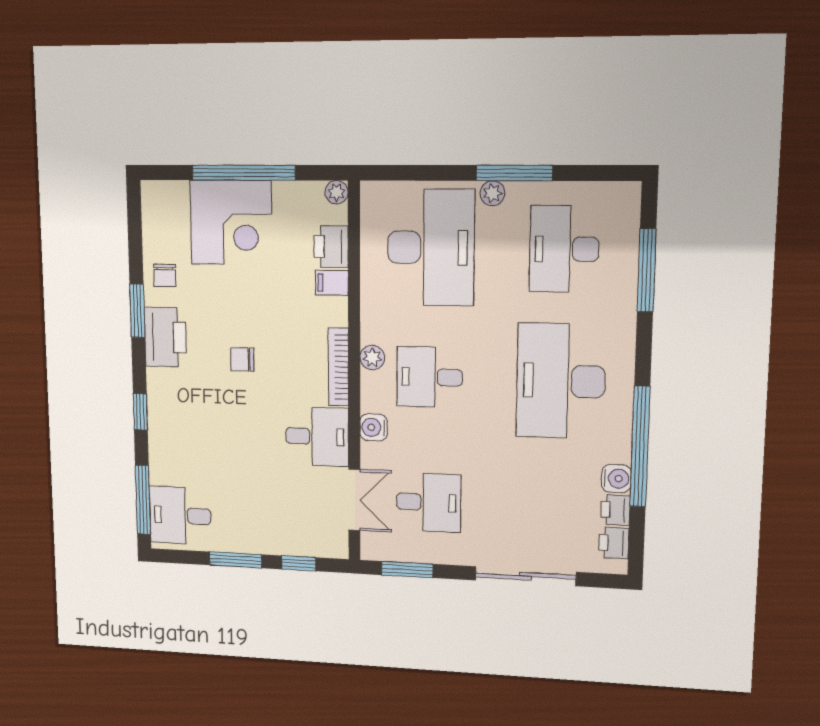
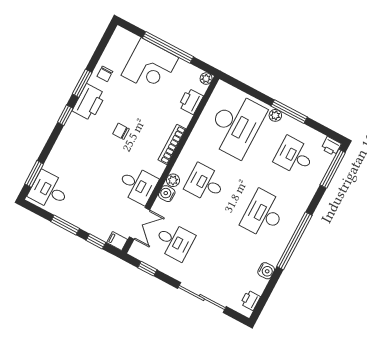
desk: (564, 249) -> (294, 156), width x0.73
window: (647, 270) -> (333, 169), moved
filing cabinet: (332, 283) -> (117, 241), moved
plant: (372, 358) -> (173, 180), moved
bookcase: (338, 367) -> (172, 144), moved
desk: (561, 381) -> (264, 214), width x0.73, depth x0.77
window: (140, 412) -> (65, 115), moved
window: (640, 447) -> (294, 241), moved
window: (143, 500) -> (34, 174), width x0.69
printer: (615, 510) -> (331, 146), moved, turned -90
window: (407, 570) -> (147, 269), width x0.67

